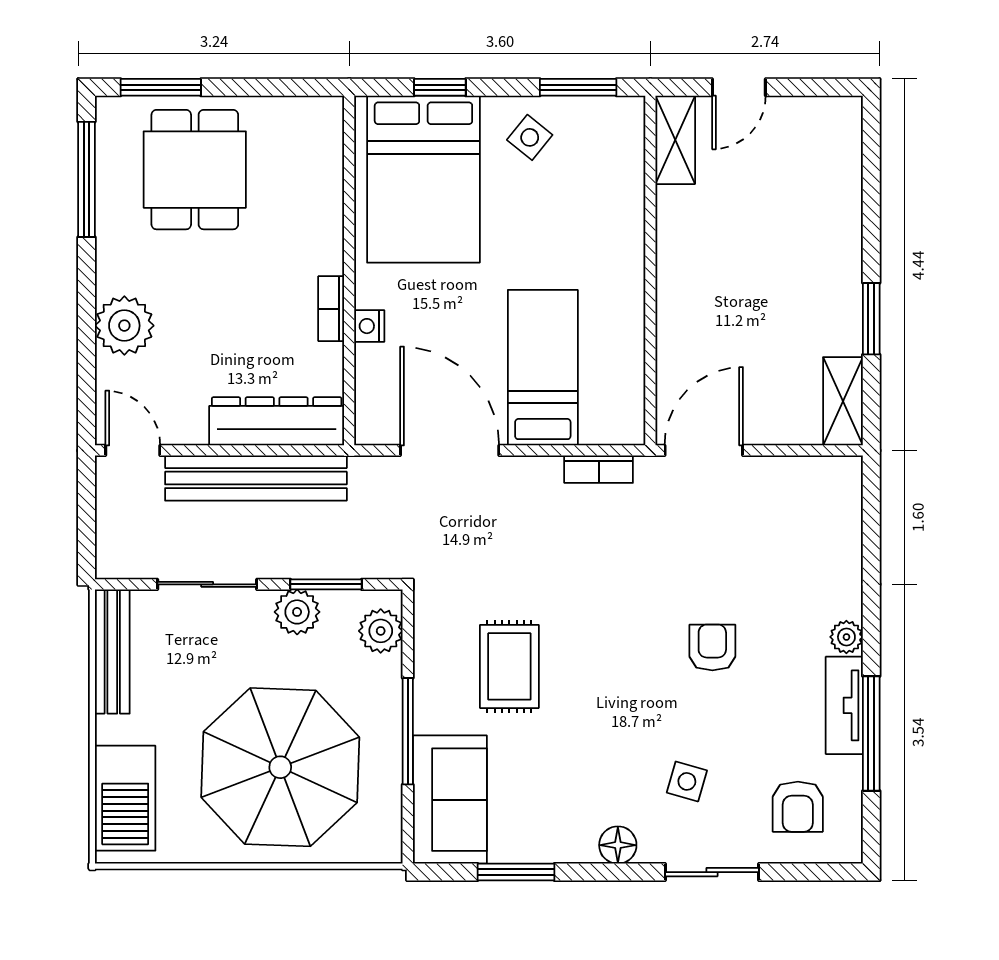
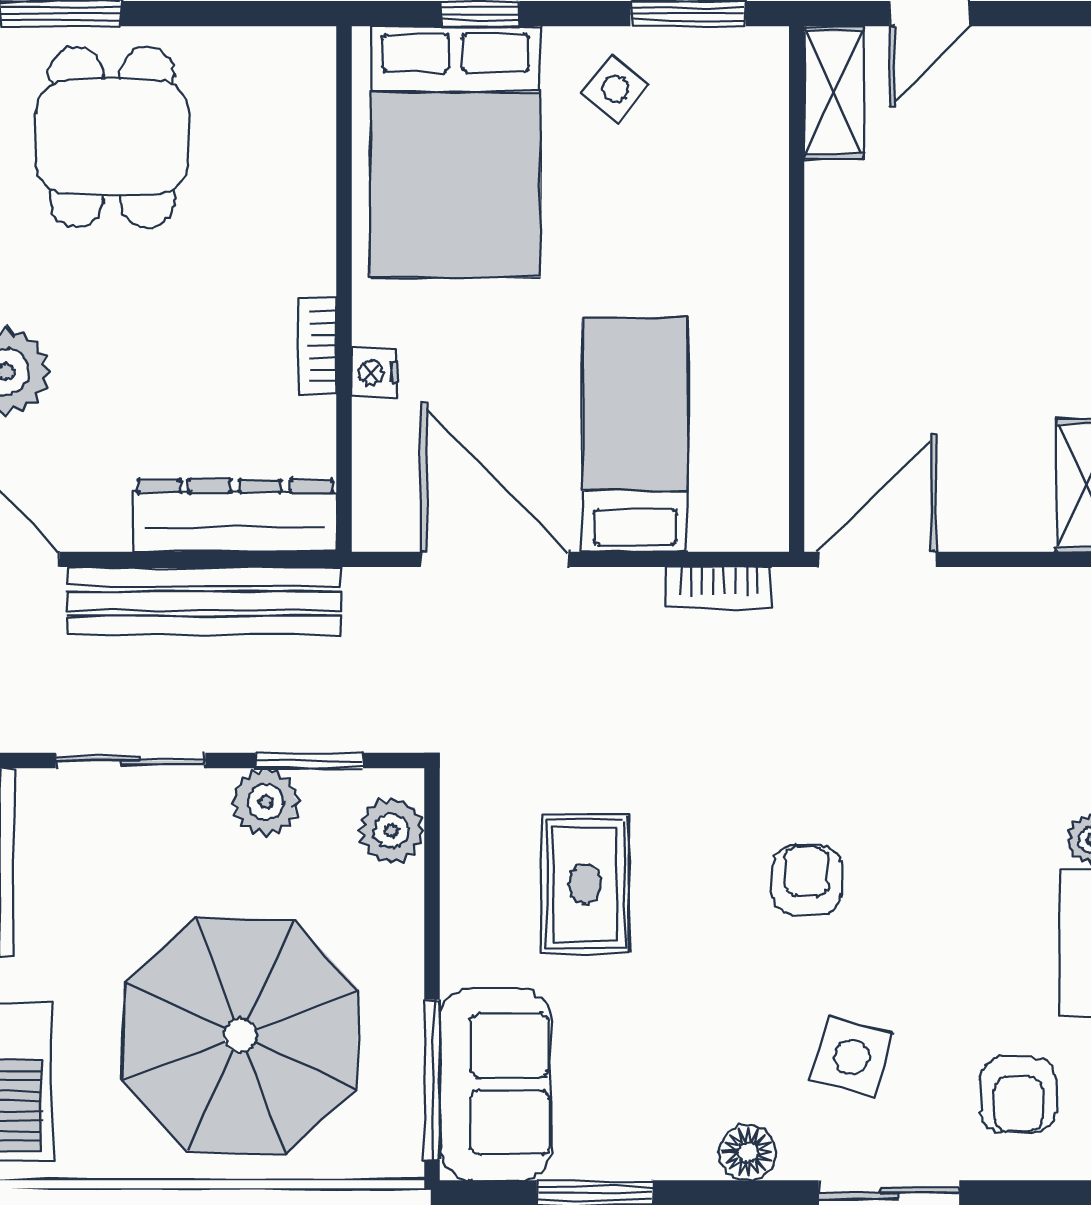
armchair: (712, 647) -> (807, 880), moved
window: (408, 731) -> (432, 1080), moved
side table: (687, 781) -> (852, 1057), width x1.37, depth x1.37

